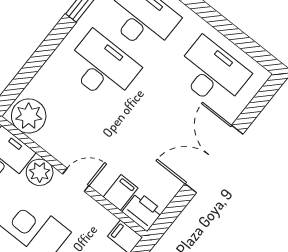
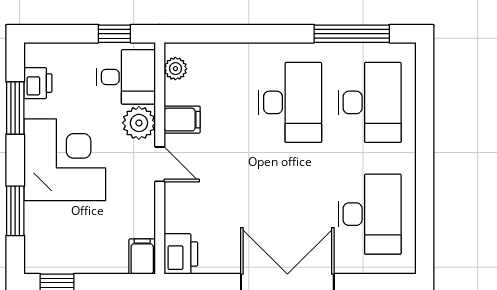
plant: (29, 116) -> (175, 69), width x0.53, depth x0.53
filing cabinet: (121, 193) -> (182, 120), moved

